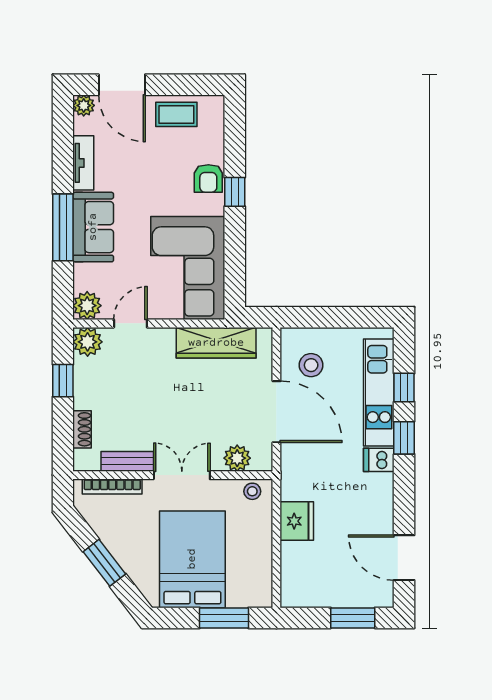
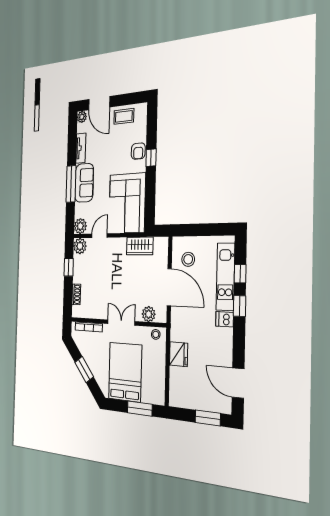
wardrobe: (216, 343) -> (140, 246), width x0.67
bench: (127, 461) -> (96, 313), removed

